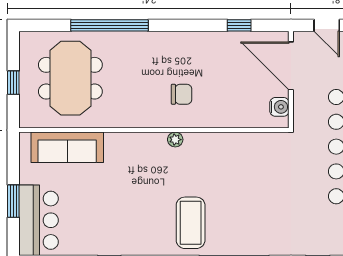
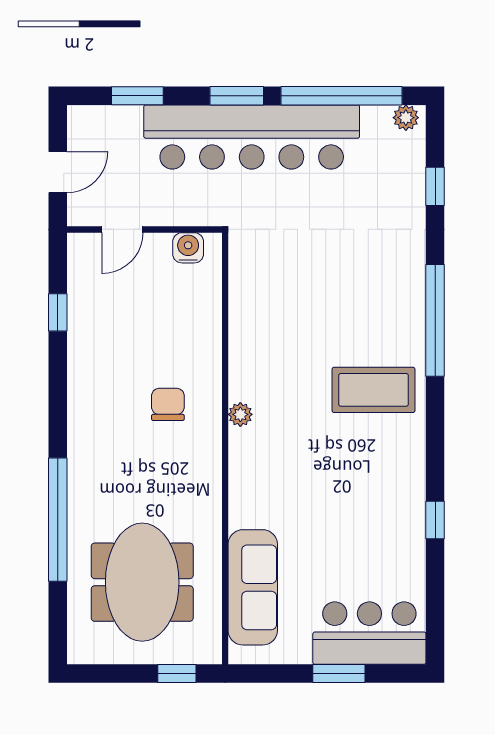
door: (291, 66) -> (122, 229), width x0.53
meeting table: (70, 78) -> (142, 582), turned 90
window: (13, 83) -> (177, 674), moved

